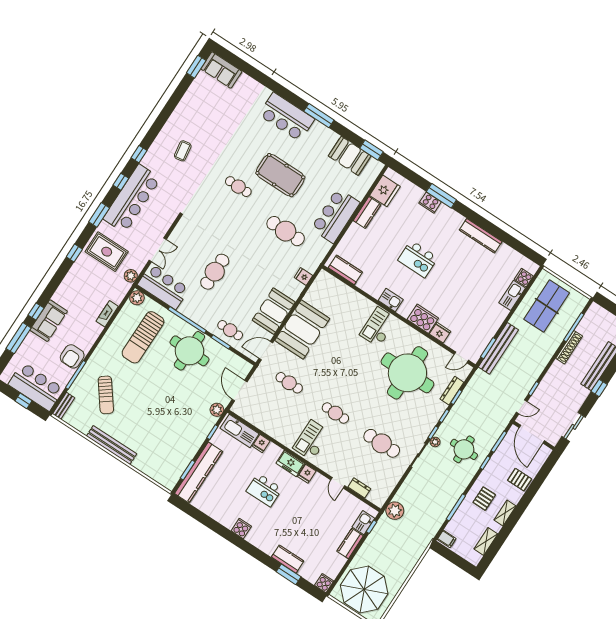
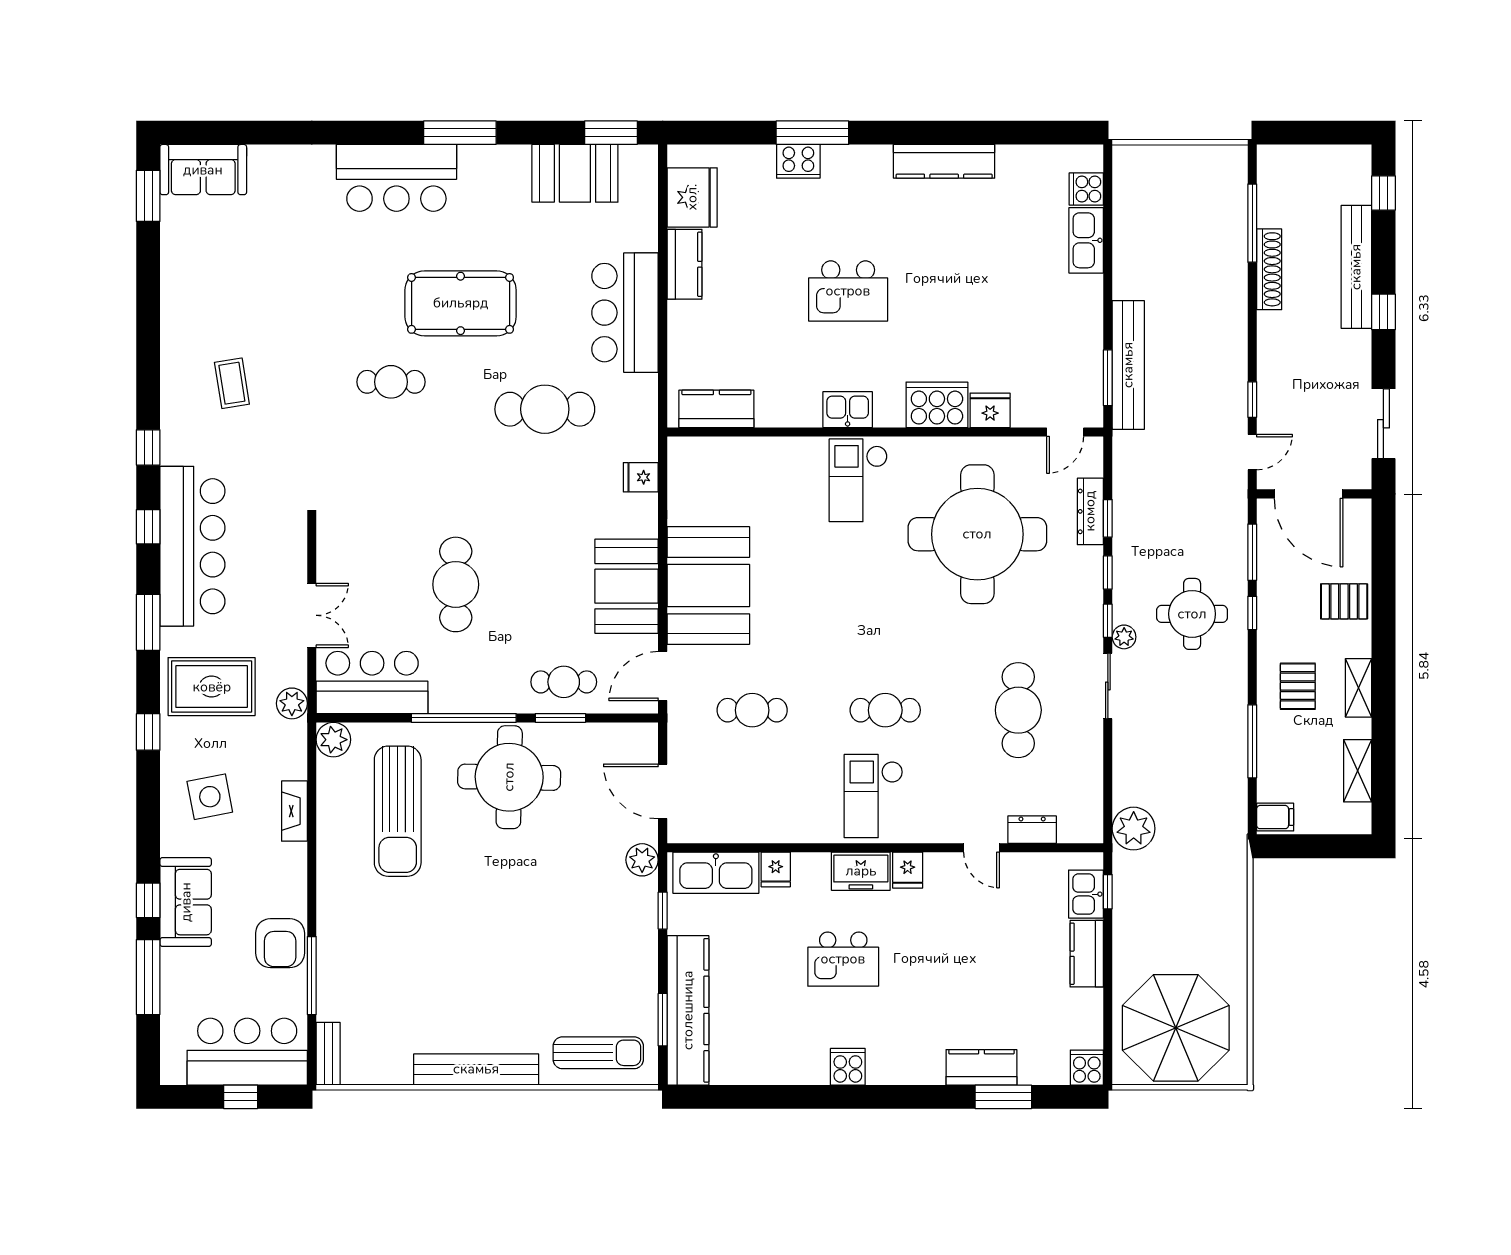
side table: (81, 290) -> (210, 797), added
table tennis table: (547, 306) -> (1170, 216), removed
sun lounger: (106, 395) -> (598, 1053), moved, turned -53
cafe table: (382, 443) -> (1018, 710), turned 90

